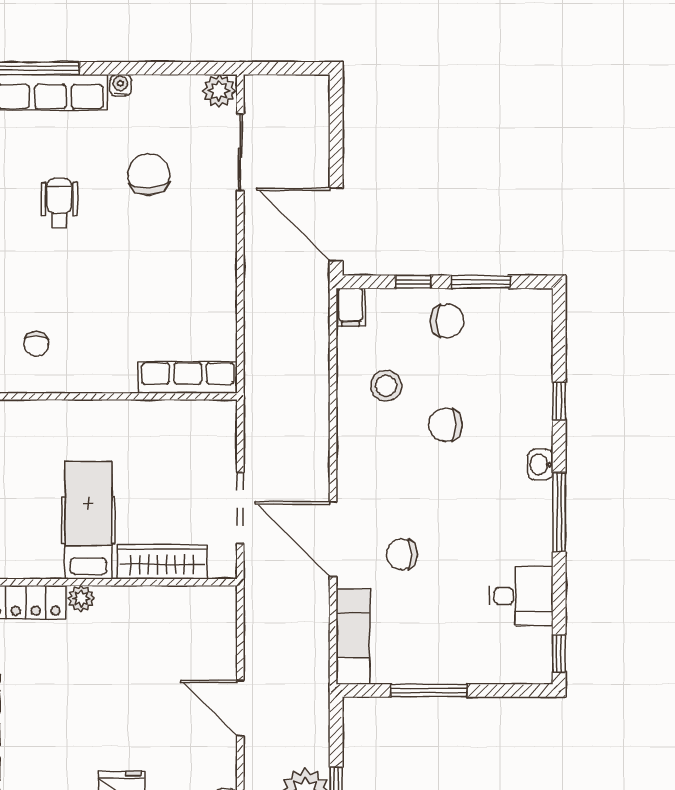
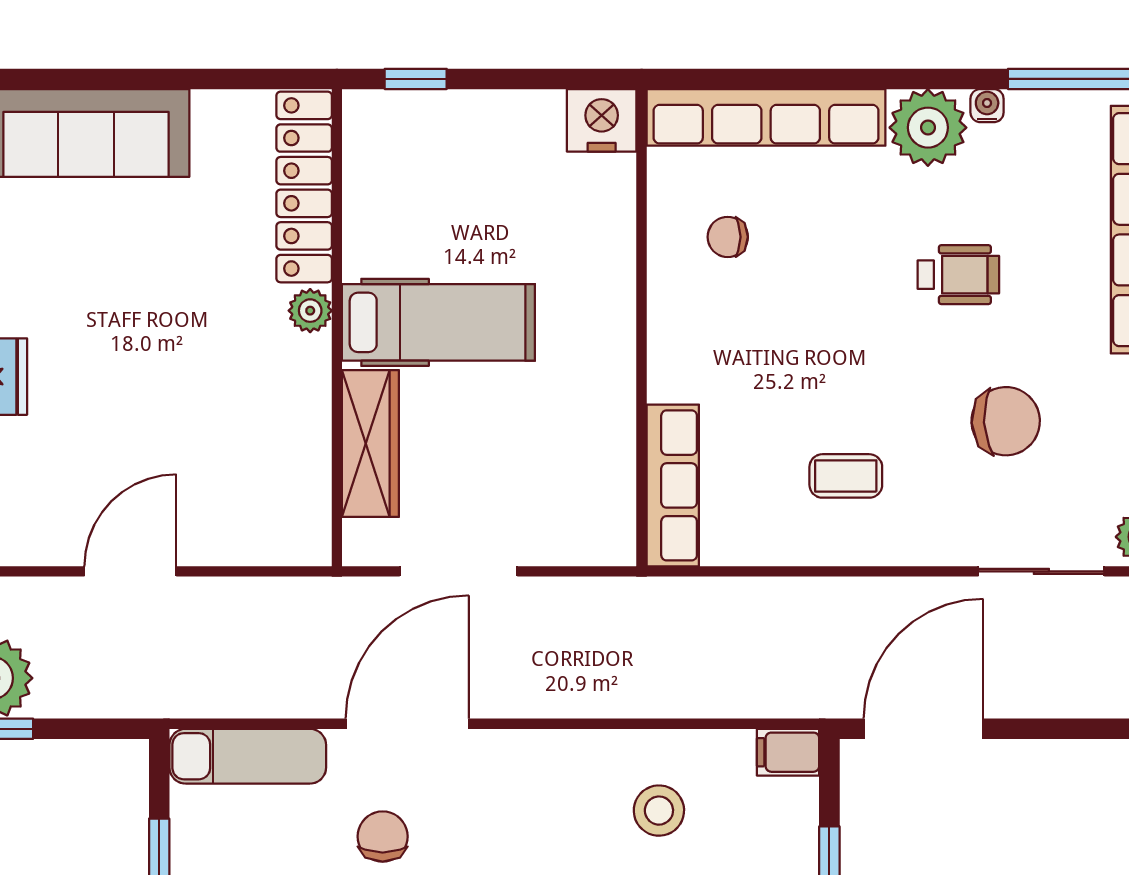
coffee table: (182, 272) -> (846, 476), added

